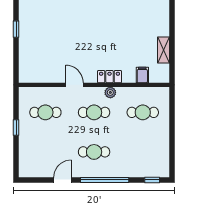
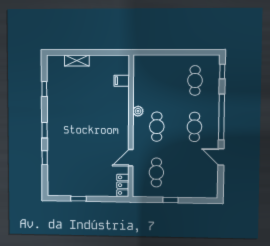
shelving: (164, 50) -> (77, 60), moved
locker: (110, 77) -> (123, 185), moved
door: (74, 85) -> (131, 158), moved
cafe table: (143, 112) -> (195, 80), moved

